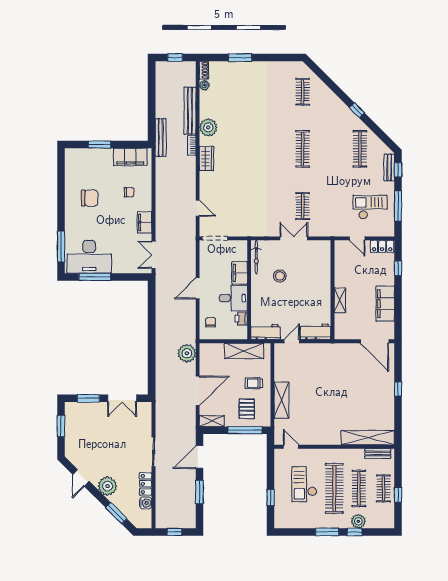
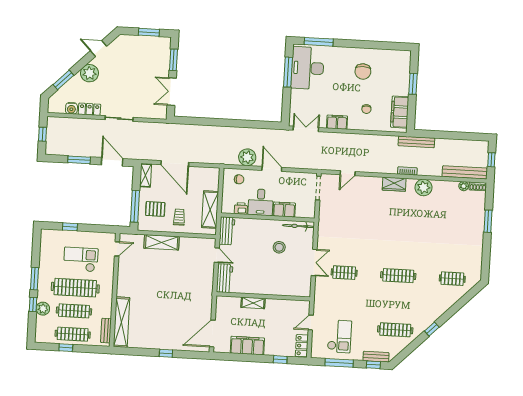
bench: (190, 111) -> (465, 172), moved
plant: (187, 353) -> (247, 157), moved
clothes rail: (383, 488) -> (73, 334), width x1.36

